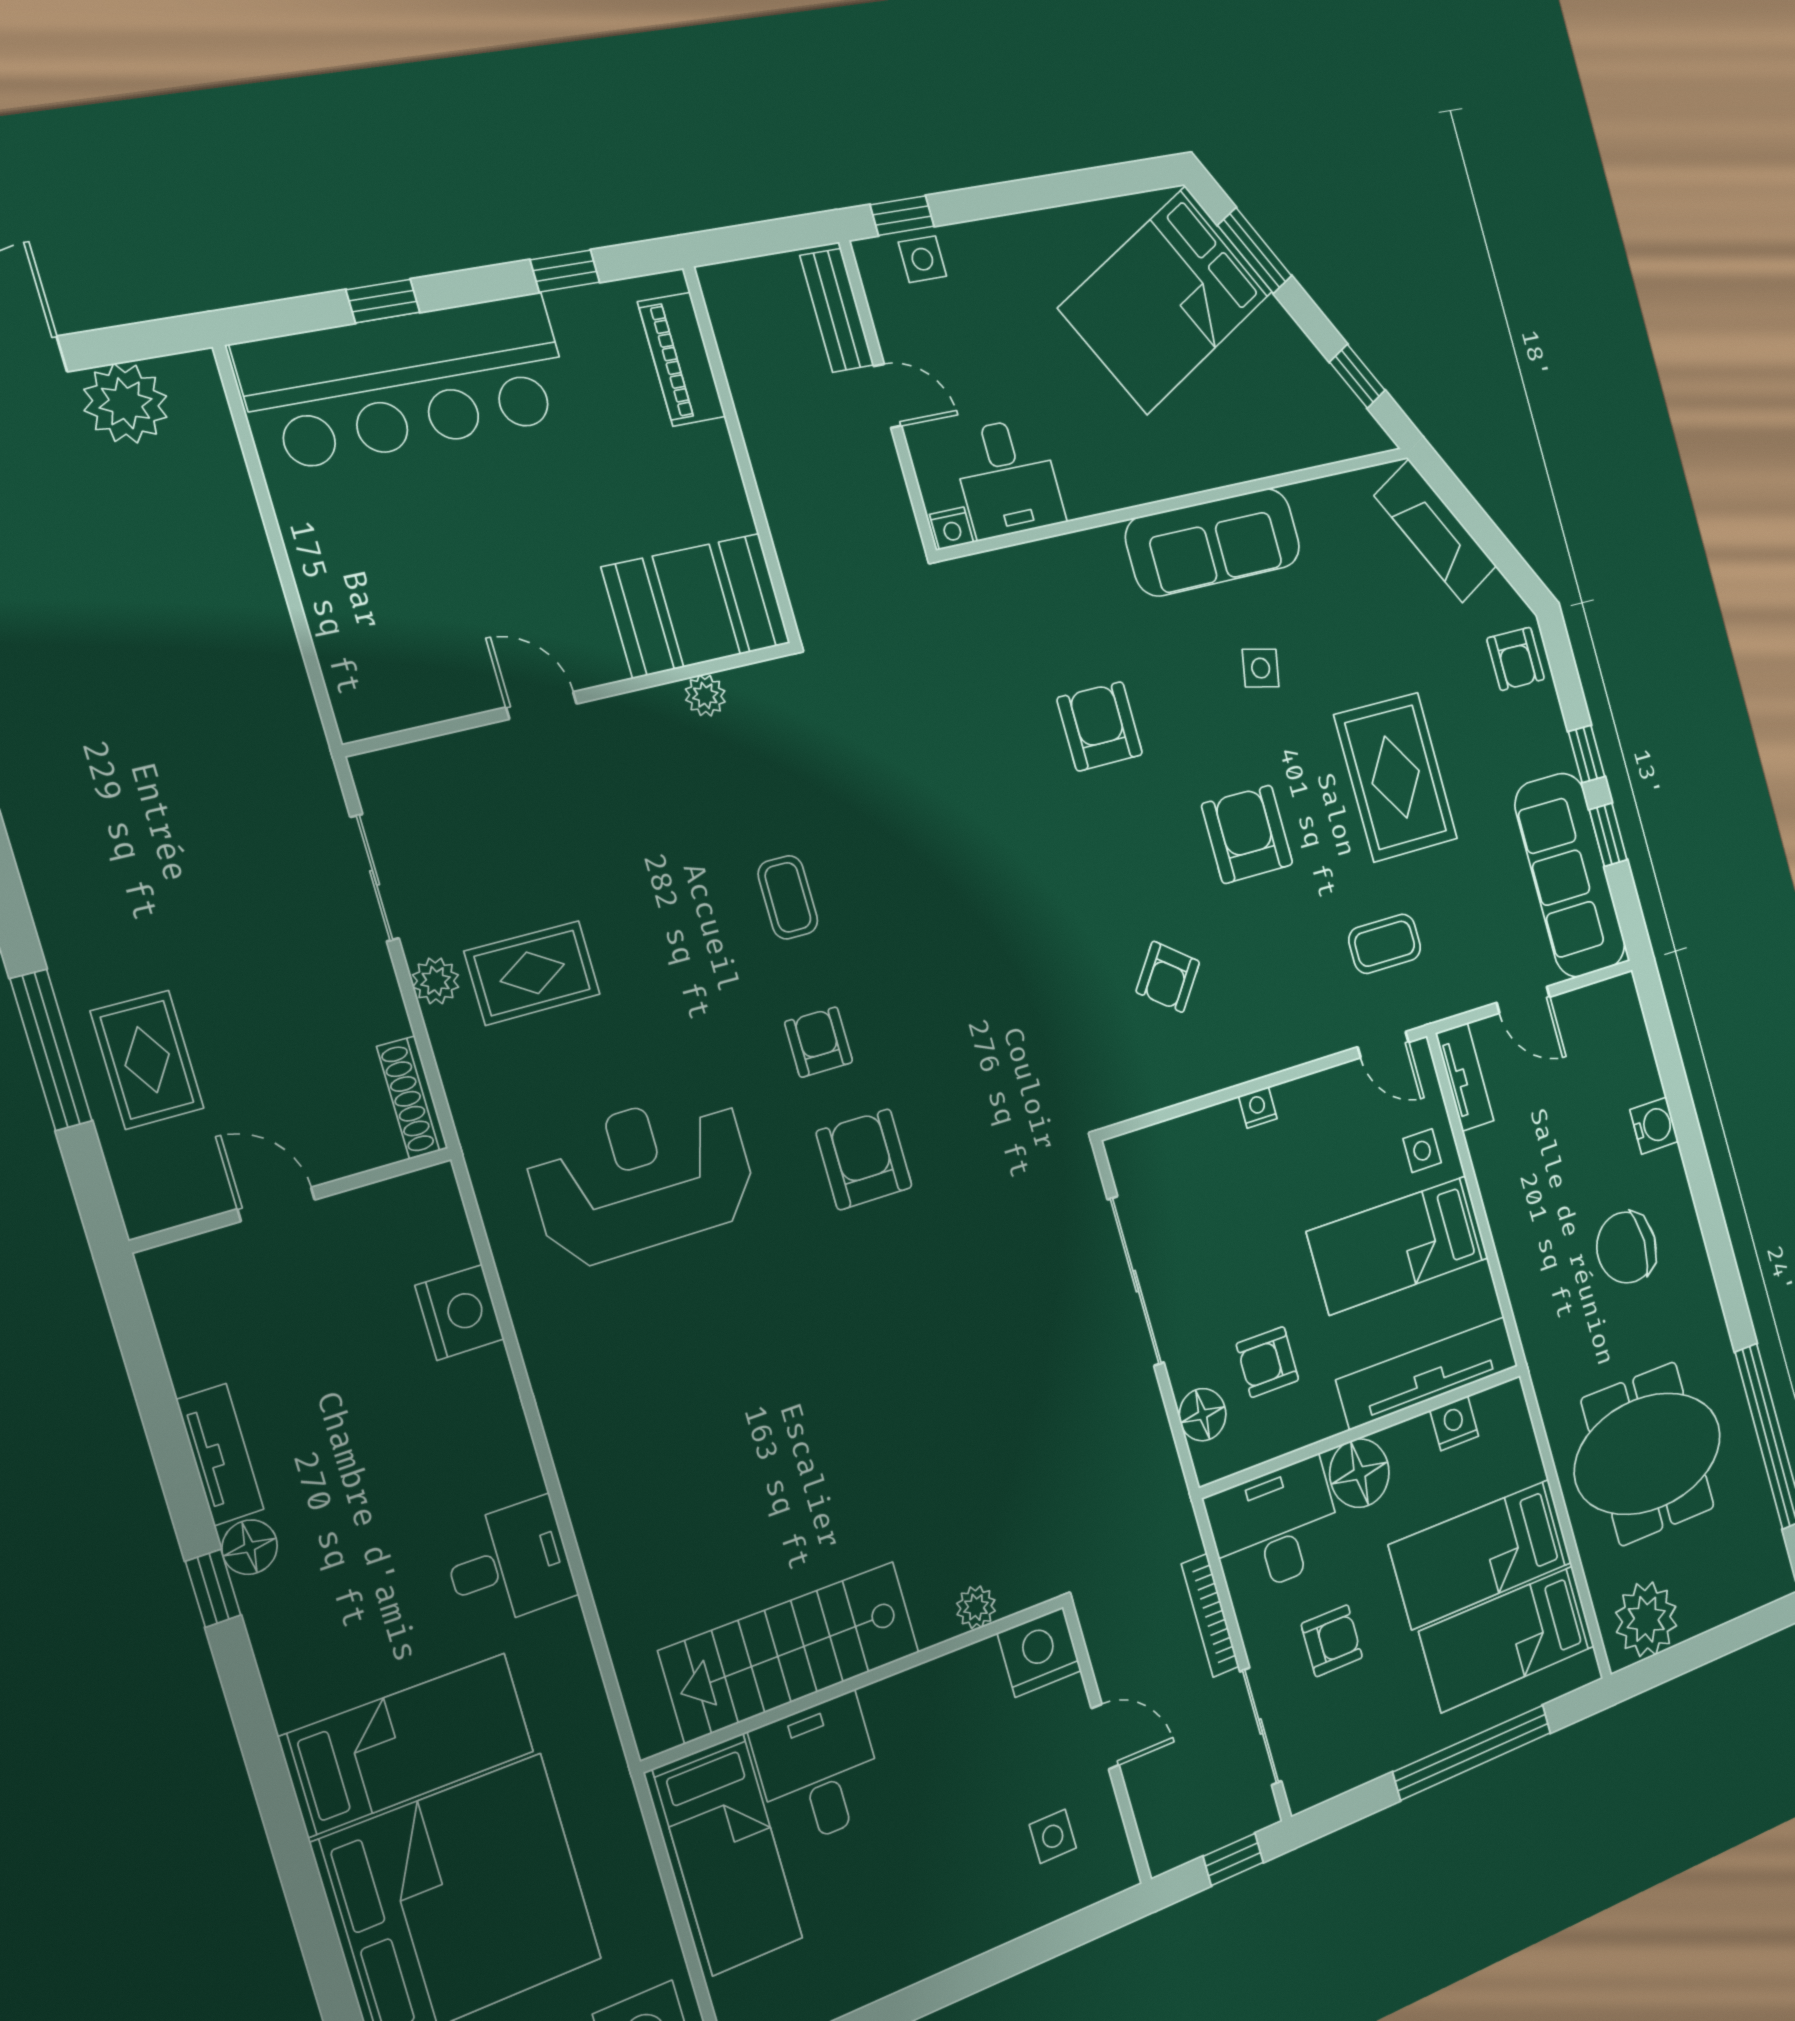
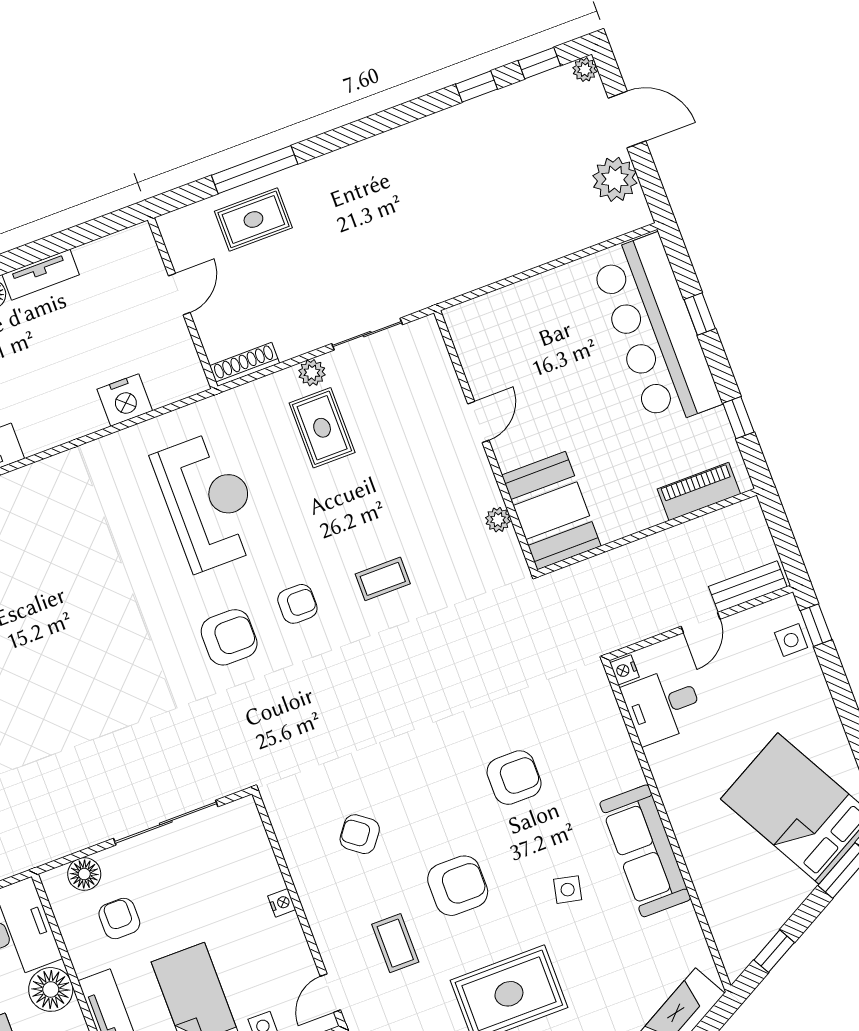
coffee table: (1385, 944) -> (395, 943), moved

